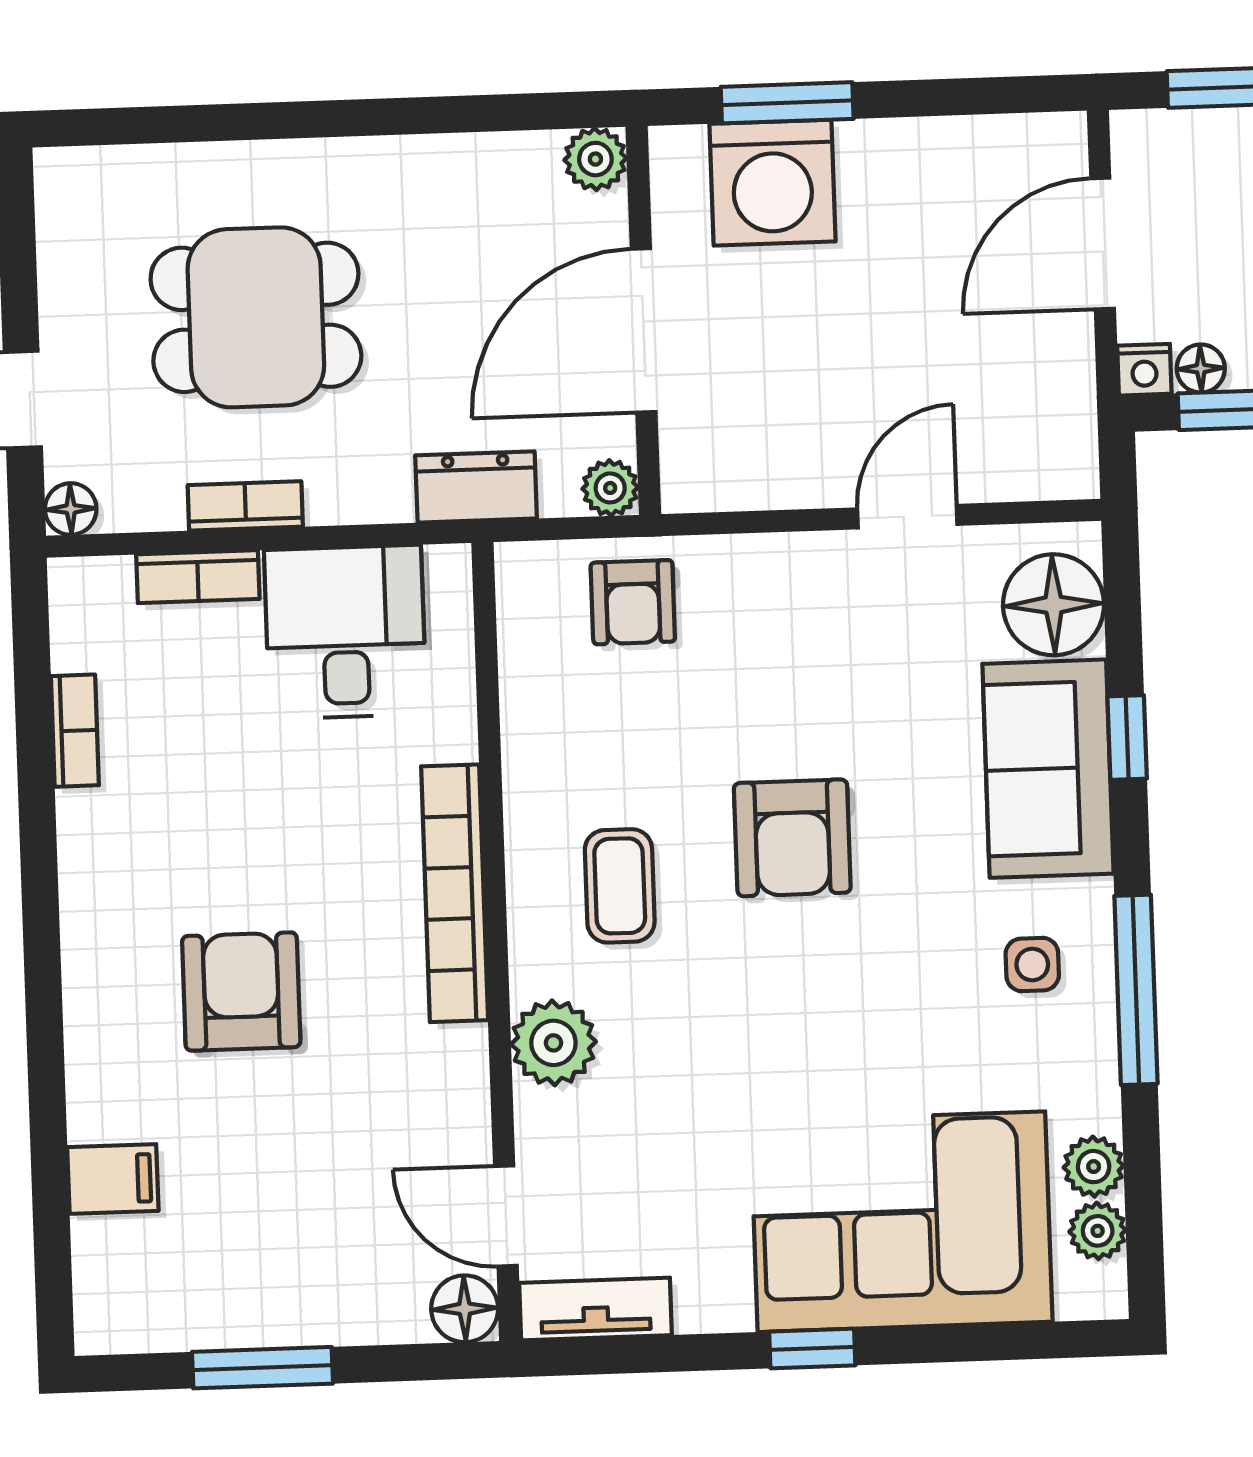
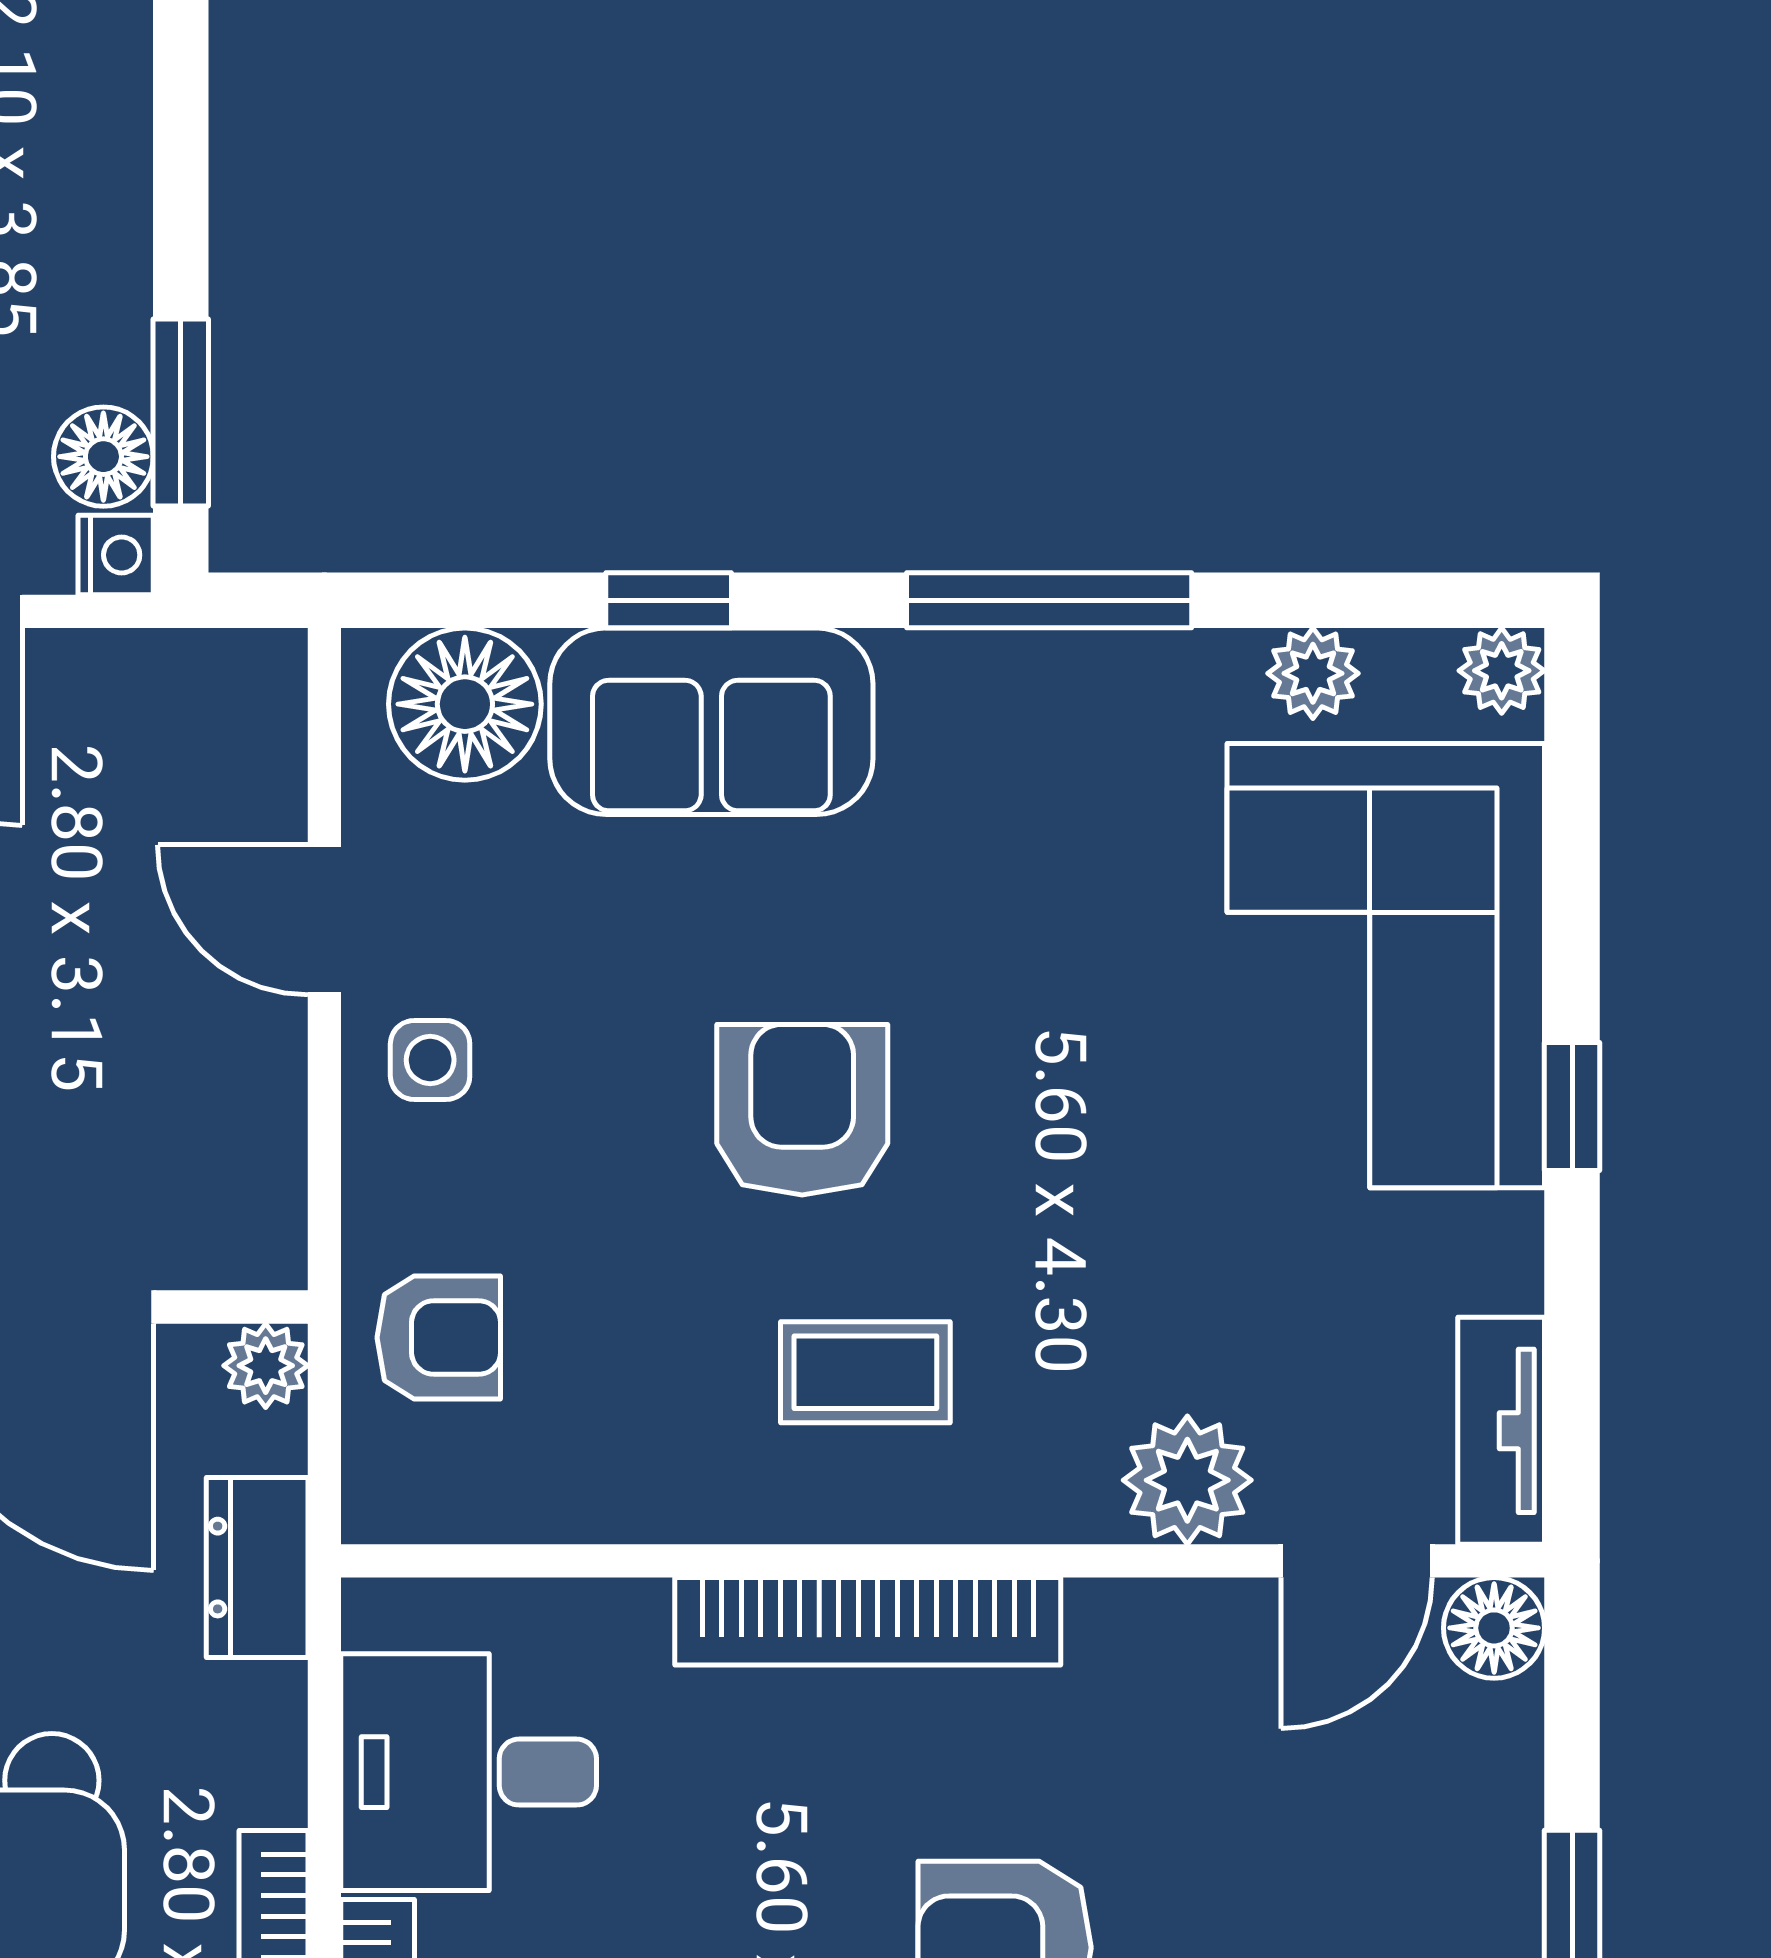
floor lamp: (1201, 369) -> (103, 457), width x1.37, depth x1.37
armchair: (792, 838) -> (802, 1110), turned -90
side table: (1032, 964) -> (430, 1060), moved
plant: (553, 1043) -> (1187, 1480), moved
plant: (1098, 1231) -> (1502, 671), moved

